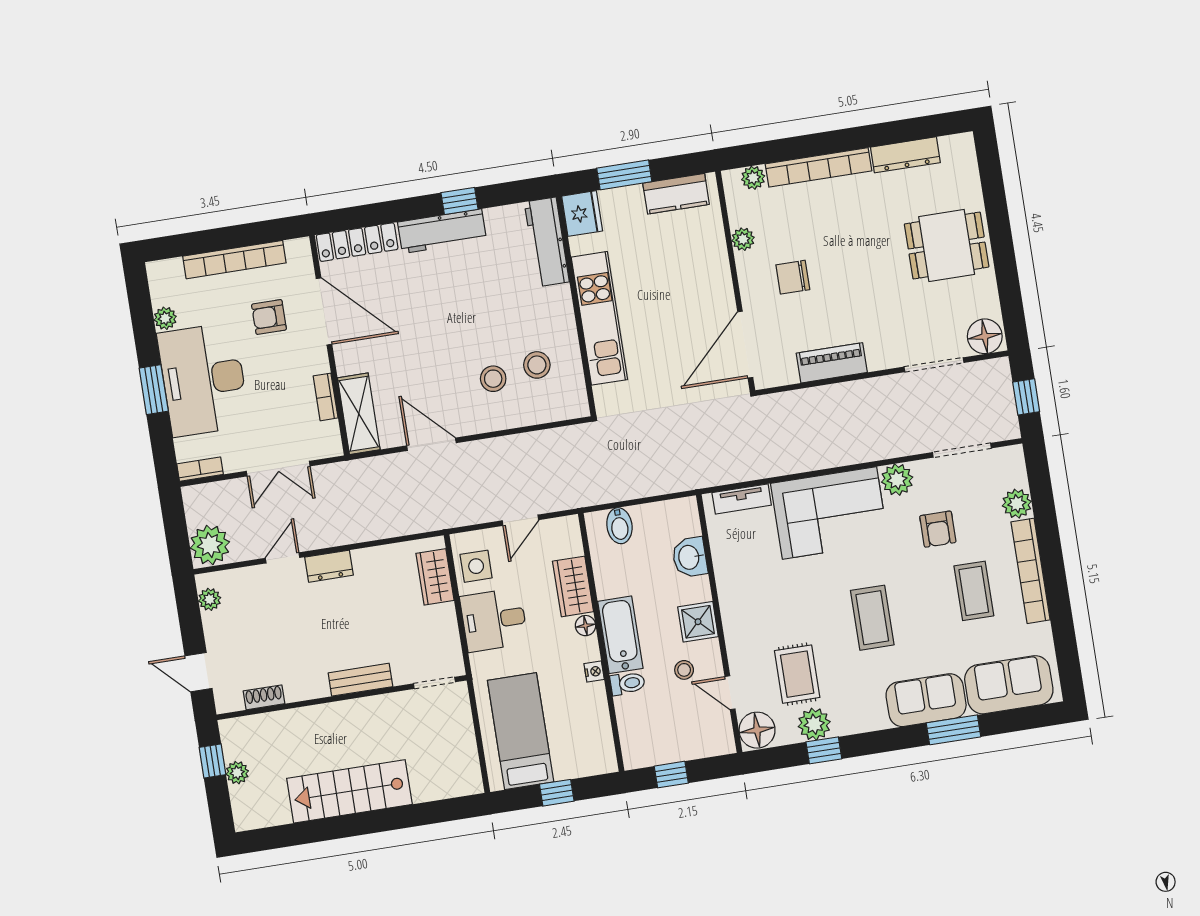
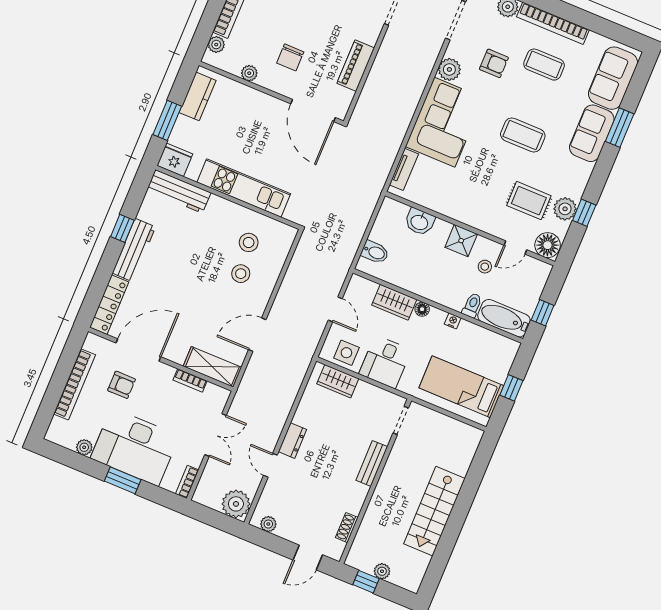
armchair: (269, 317) -> (122, 385), turned -90
bathtub: (620, 635) -> (504, 318), moved

